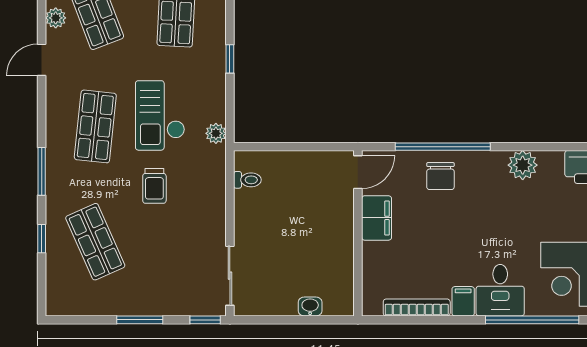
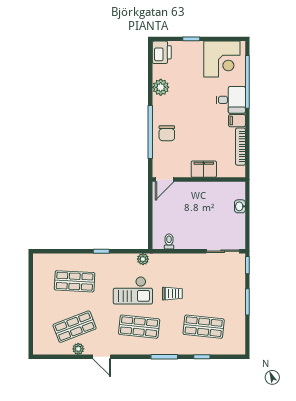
door: (358, 172) -> (165, 180), swing flipped
chair: (440, 176) -> (167, 133), turned 90
filing cabinet: (377, 218) -> (204, 169), moved
shop shelf: (95, 242) -> (204, 327), turned 30

